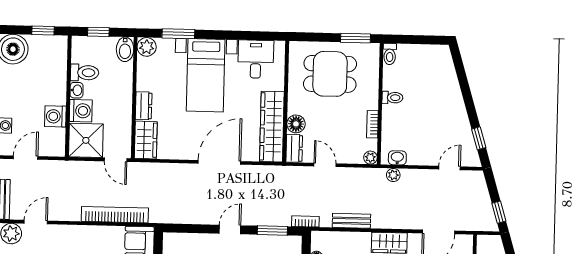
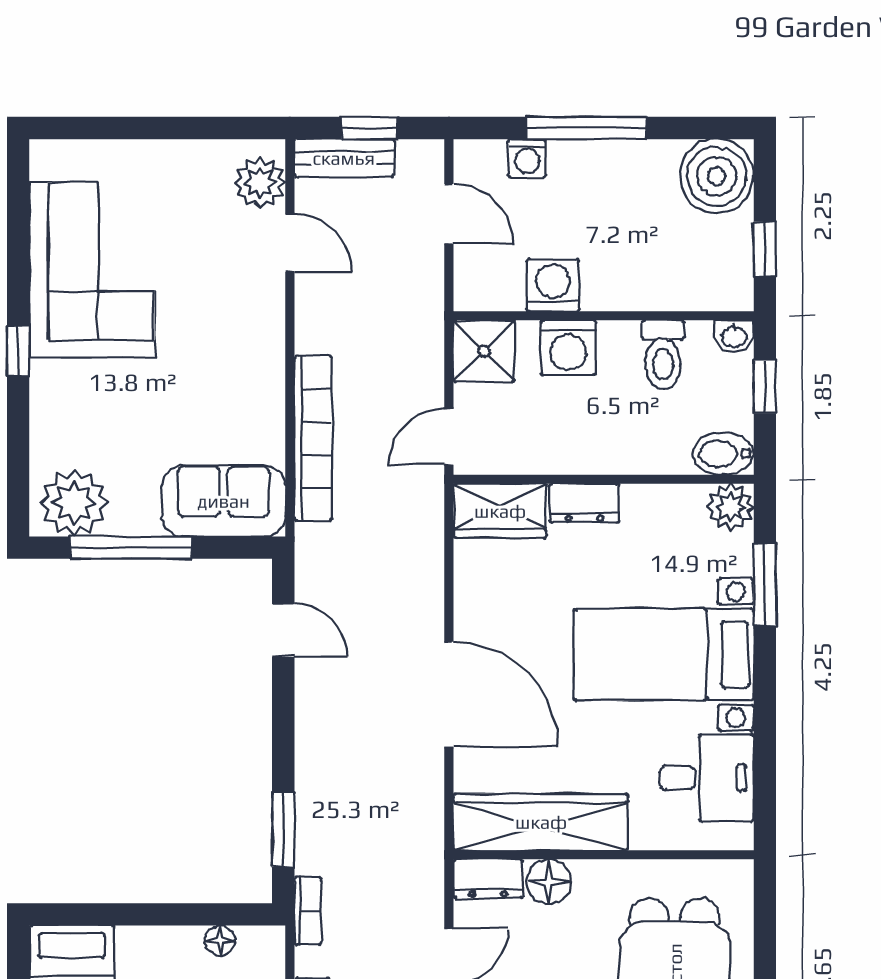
washbasin: (77, 90) -> (734, 336), moved
shower: (86, 140) -> (484, 351), width x0.73, depth x0.73
door: (230, 229) -> (283, 630), moved

